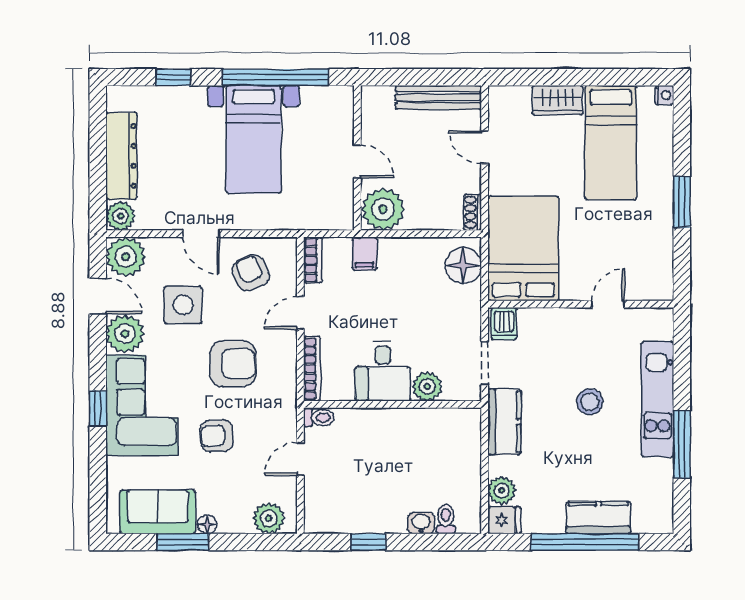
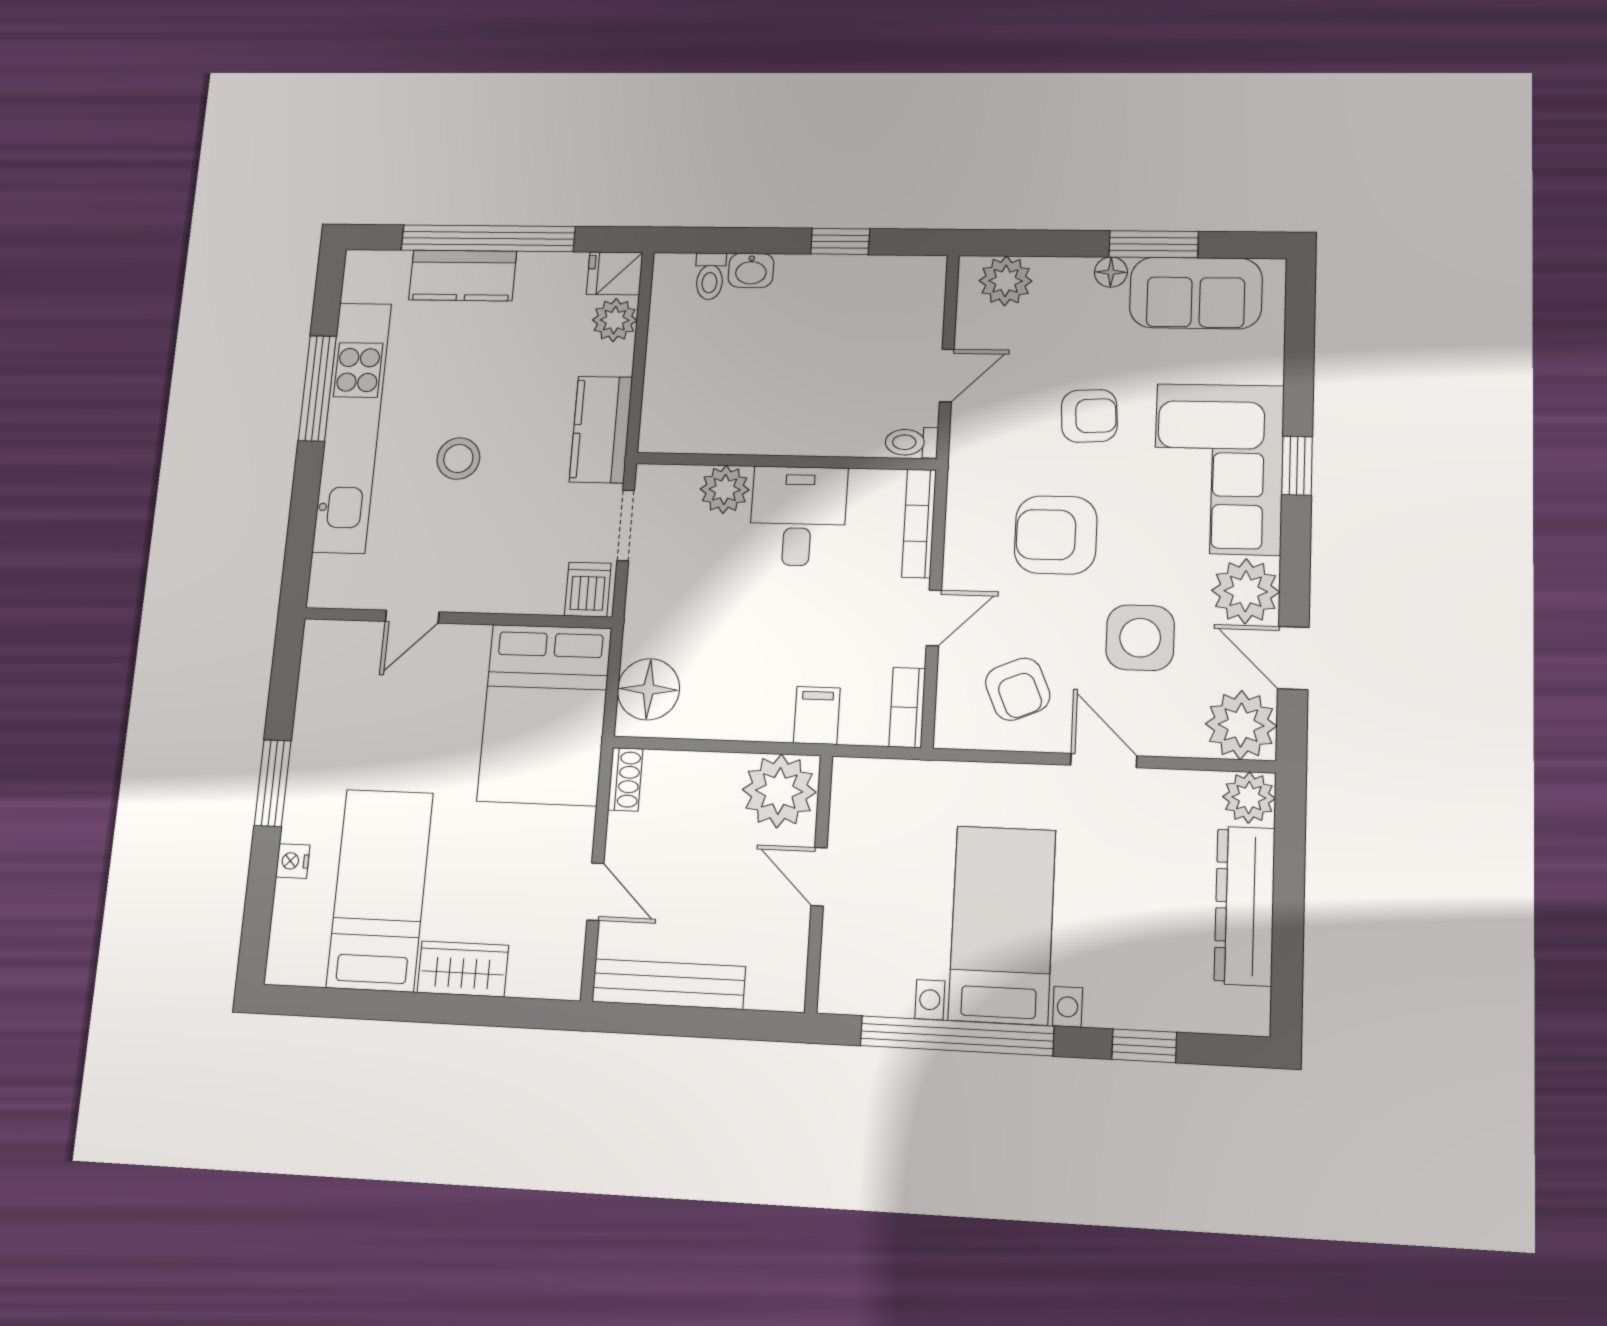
nightstand: (664, 95) -> (293, 861), moved
kitchen unit: (657, 399) -> (352, 427), width x1.36

